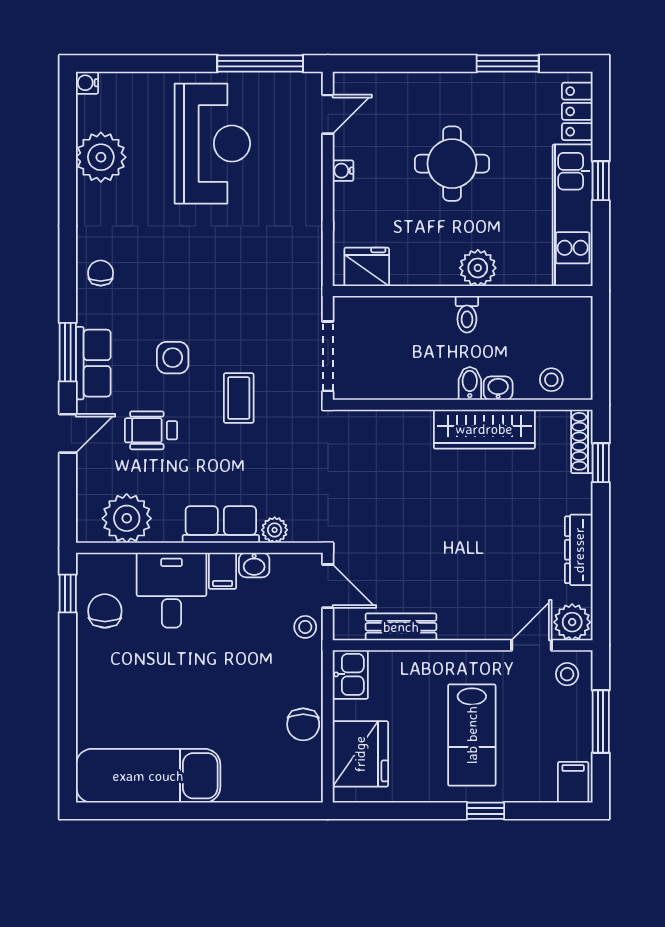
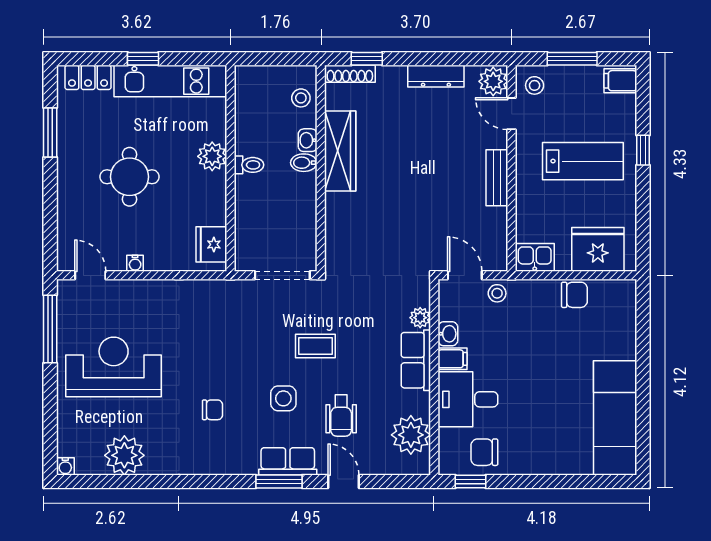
chair: (101, 273) -> (212, 410), moved, turned 180
door: (328, 586) -> (465, 275), hinge flipped
bench: (401, 627) -> (497, 178), moved

